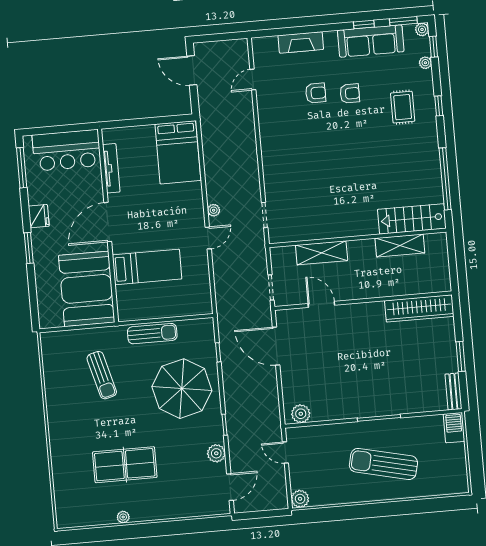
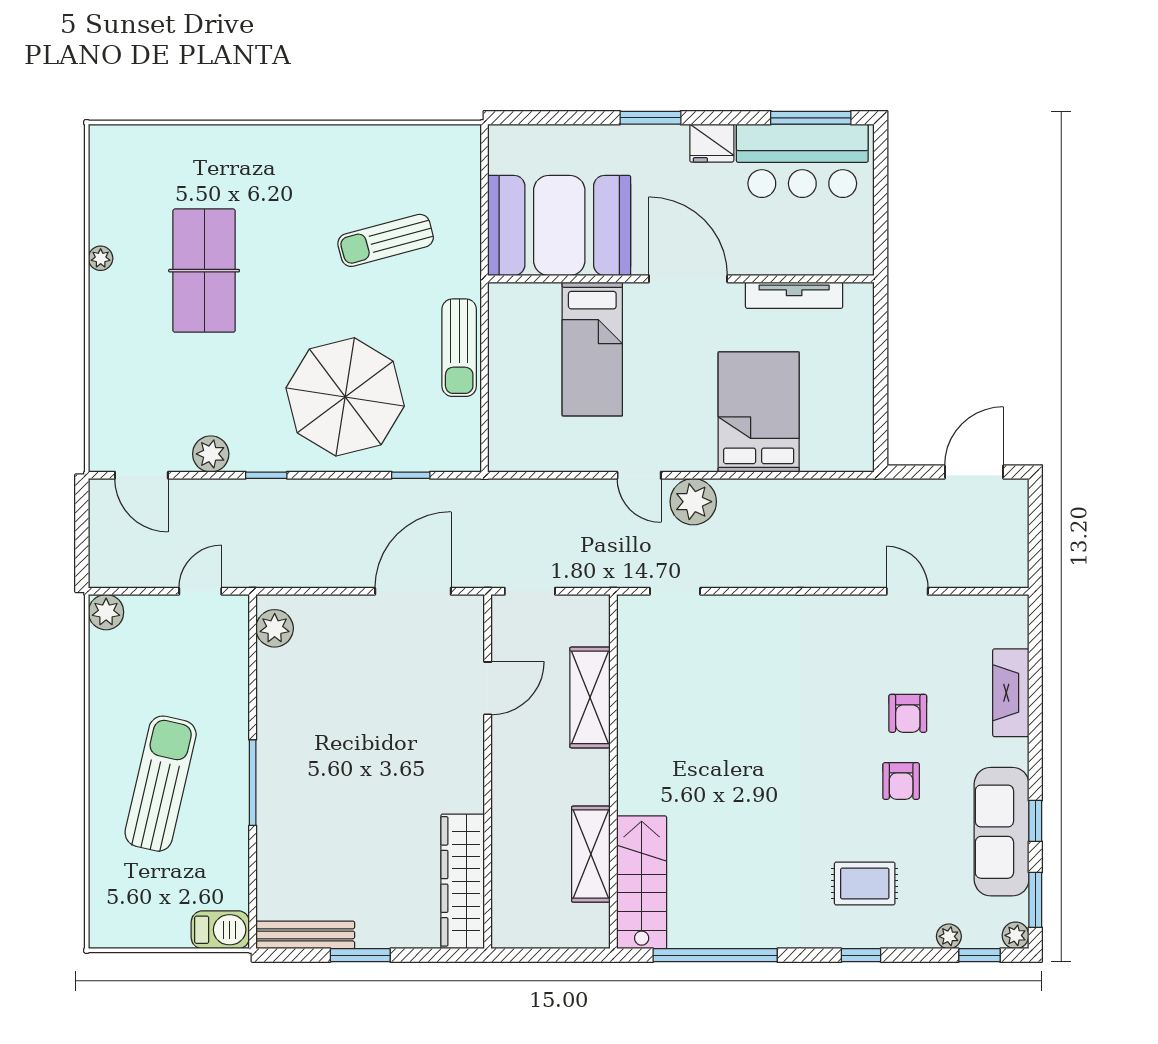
door: (253, 80) -> (907, 591), moved
bar counter: (67, 150) -> (802, 161), moved, turned -90
bed: (178, 152) -> (759, 412), moved, turned 90
plant: (214, 210) -> (693, 502), width x1.88, depth x1.88
bench: (453, 392) -> (305, 935), width x1.36

